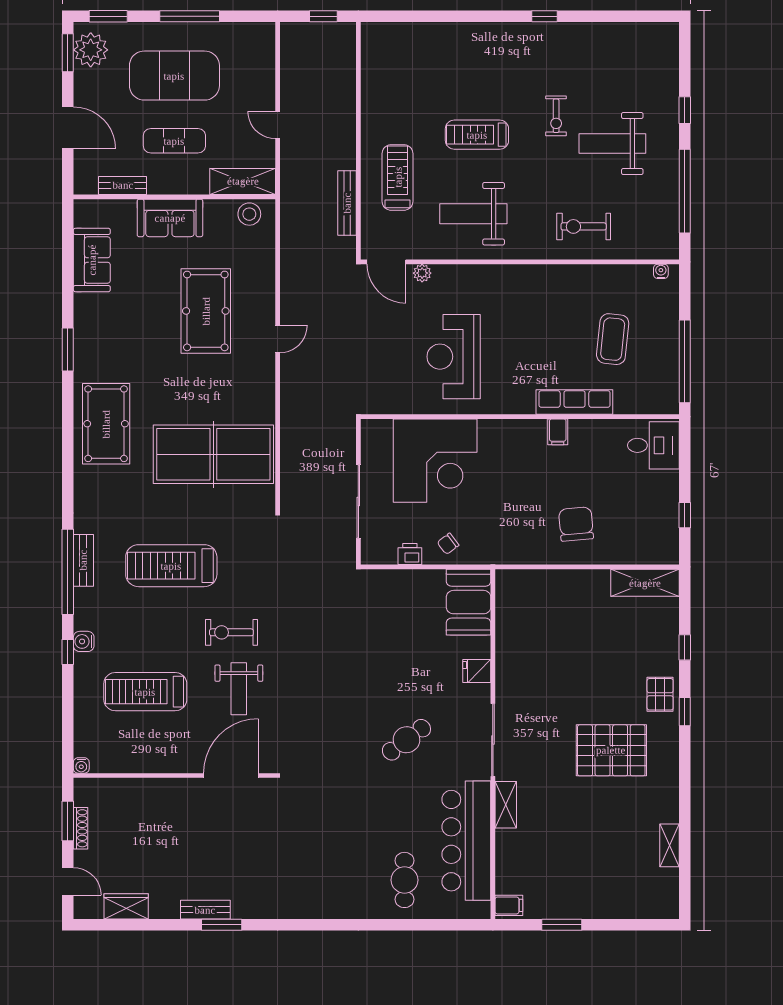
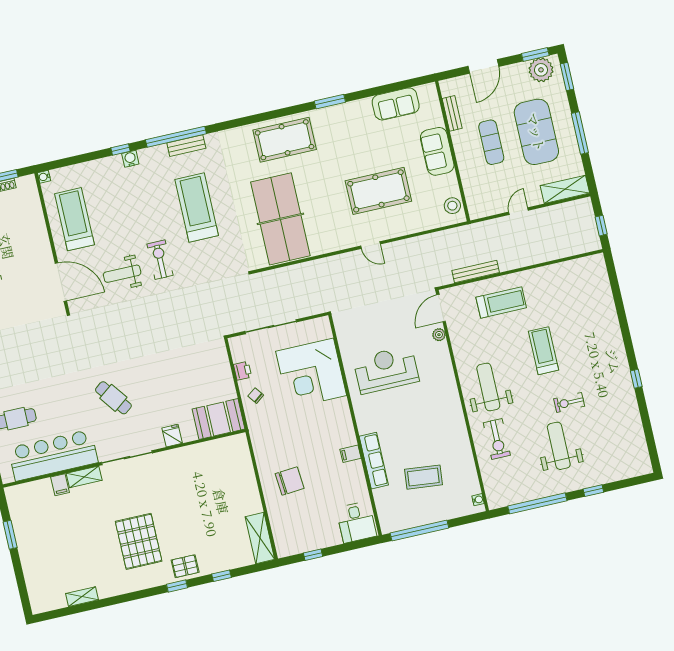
shelving: (243, 181) -> (565, 189), moved, turned 90
weight bench: (473, 214) -> (488, 387), moved
exercise bike: (584, 226) -> (497, 439), turned 180
treadmill: (145, 692) -> (74, 219), moved
filing cabinet: (509, 905) -> (60, 485), moved

